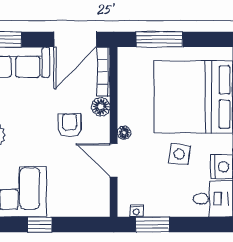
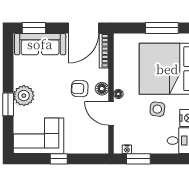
window: (159, 39) -> (162, 28), moved
floor lamp: (101, 107) -> (102, 89), moved
armchair: (69, 125) -> (80, 89), turned -88

